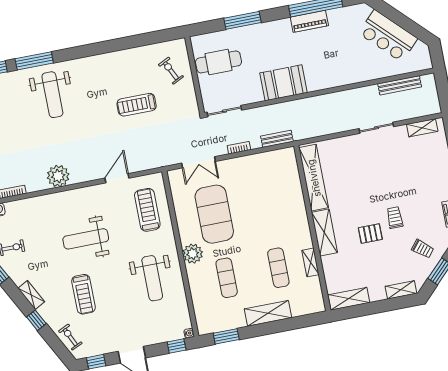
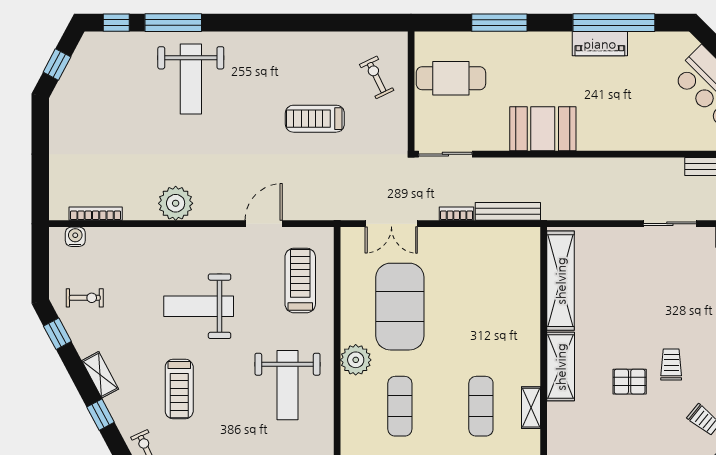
bench: (277, 139) -> (508, 211), width x1.36

